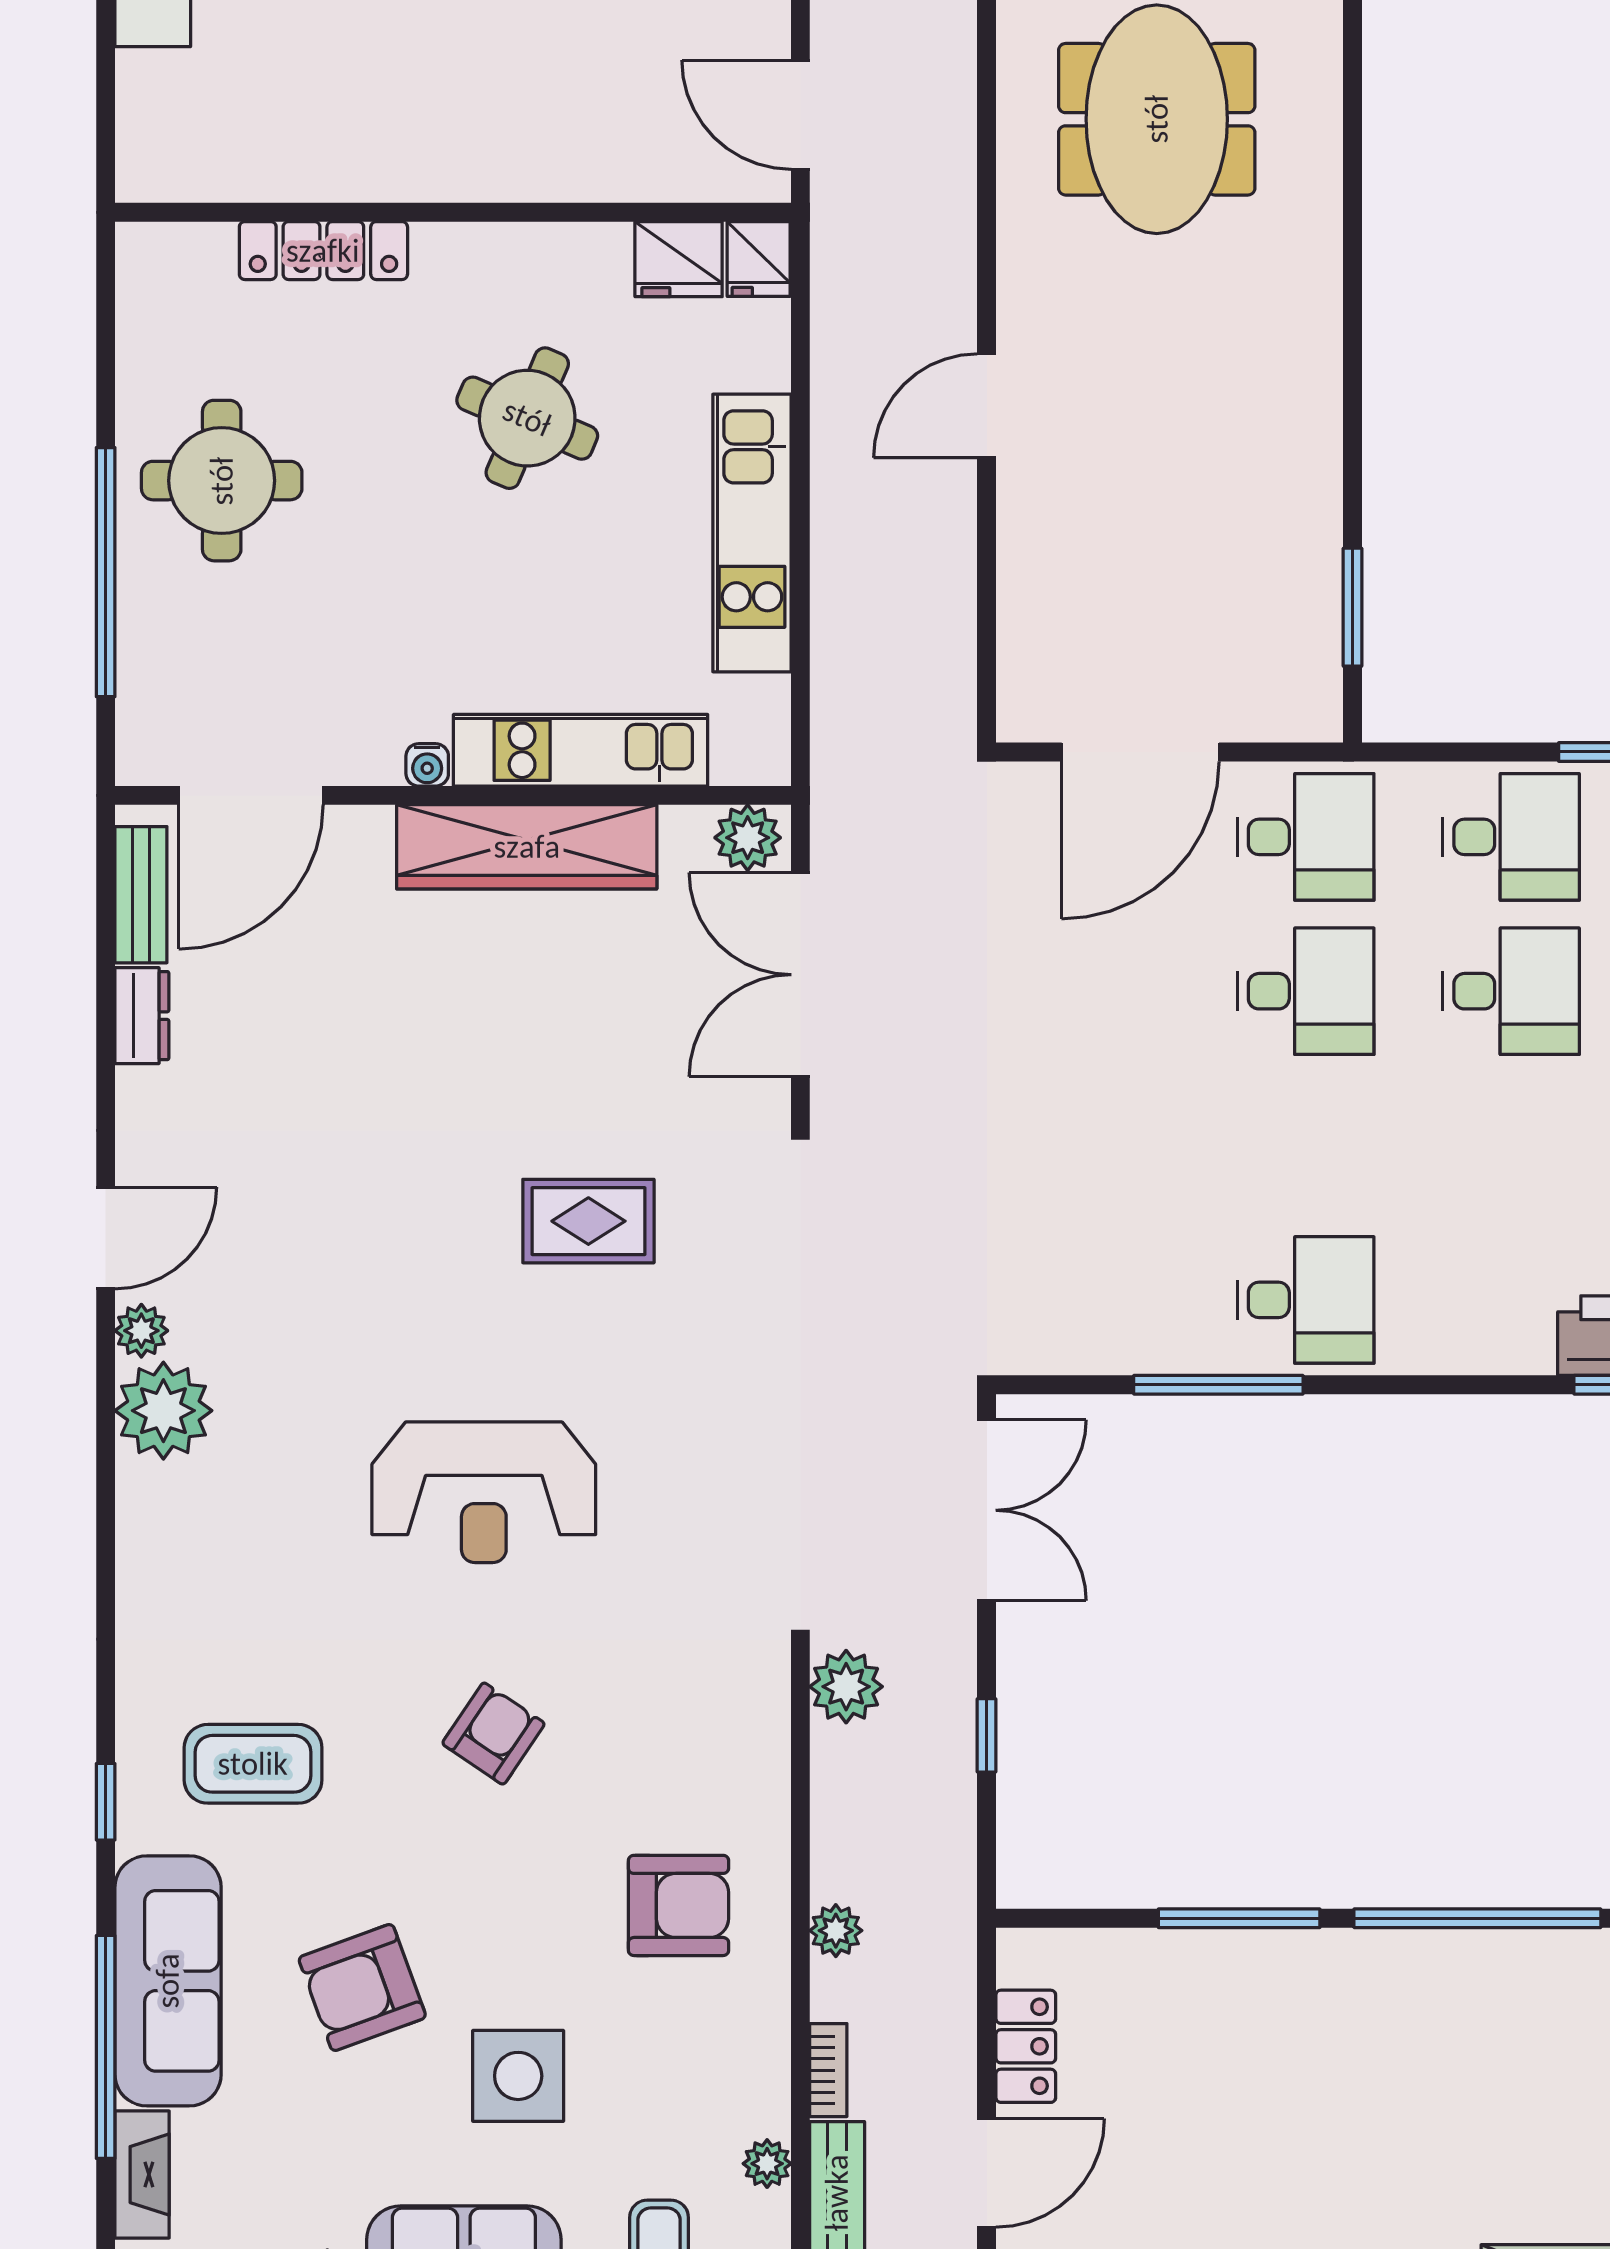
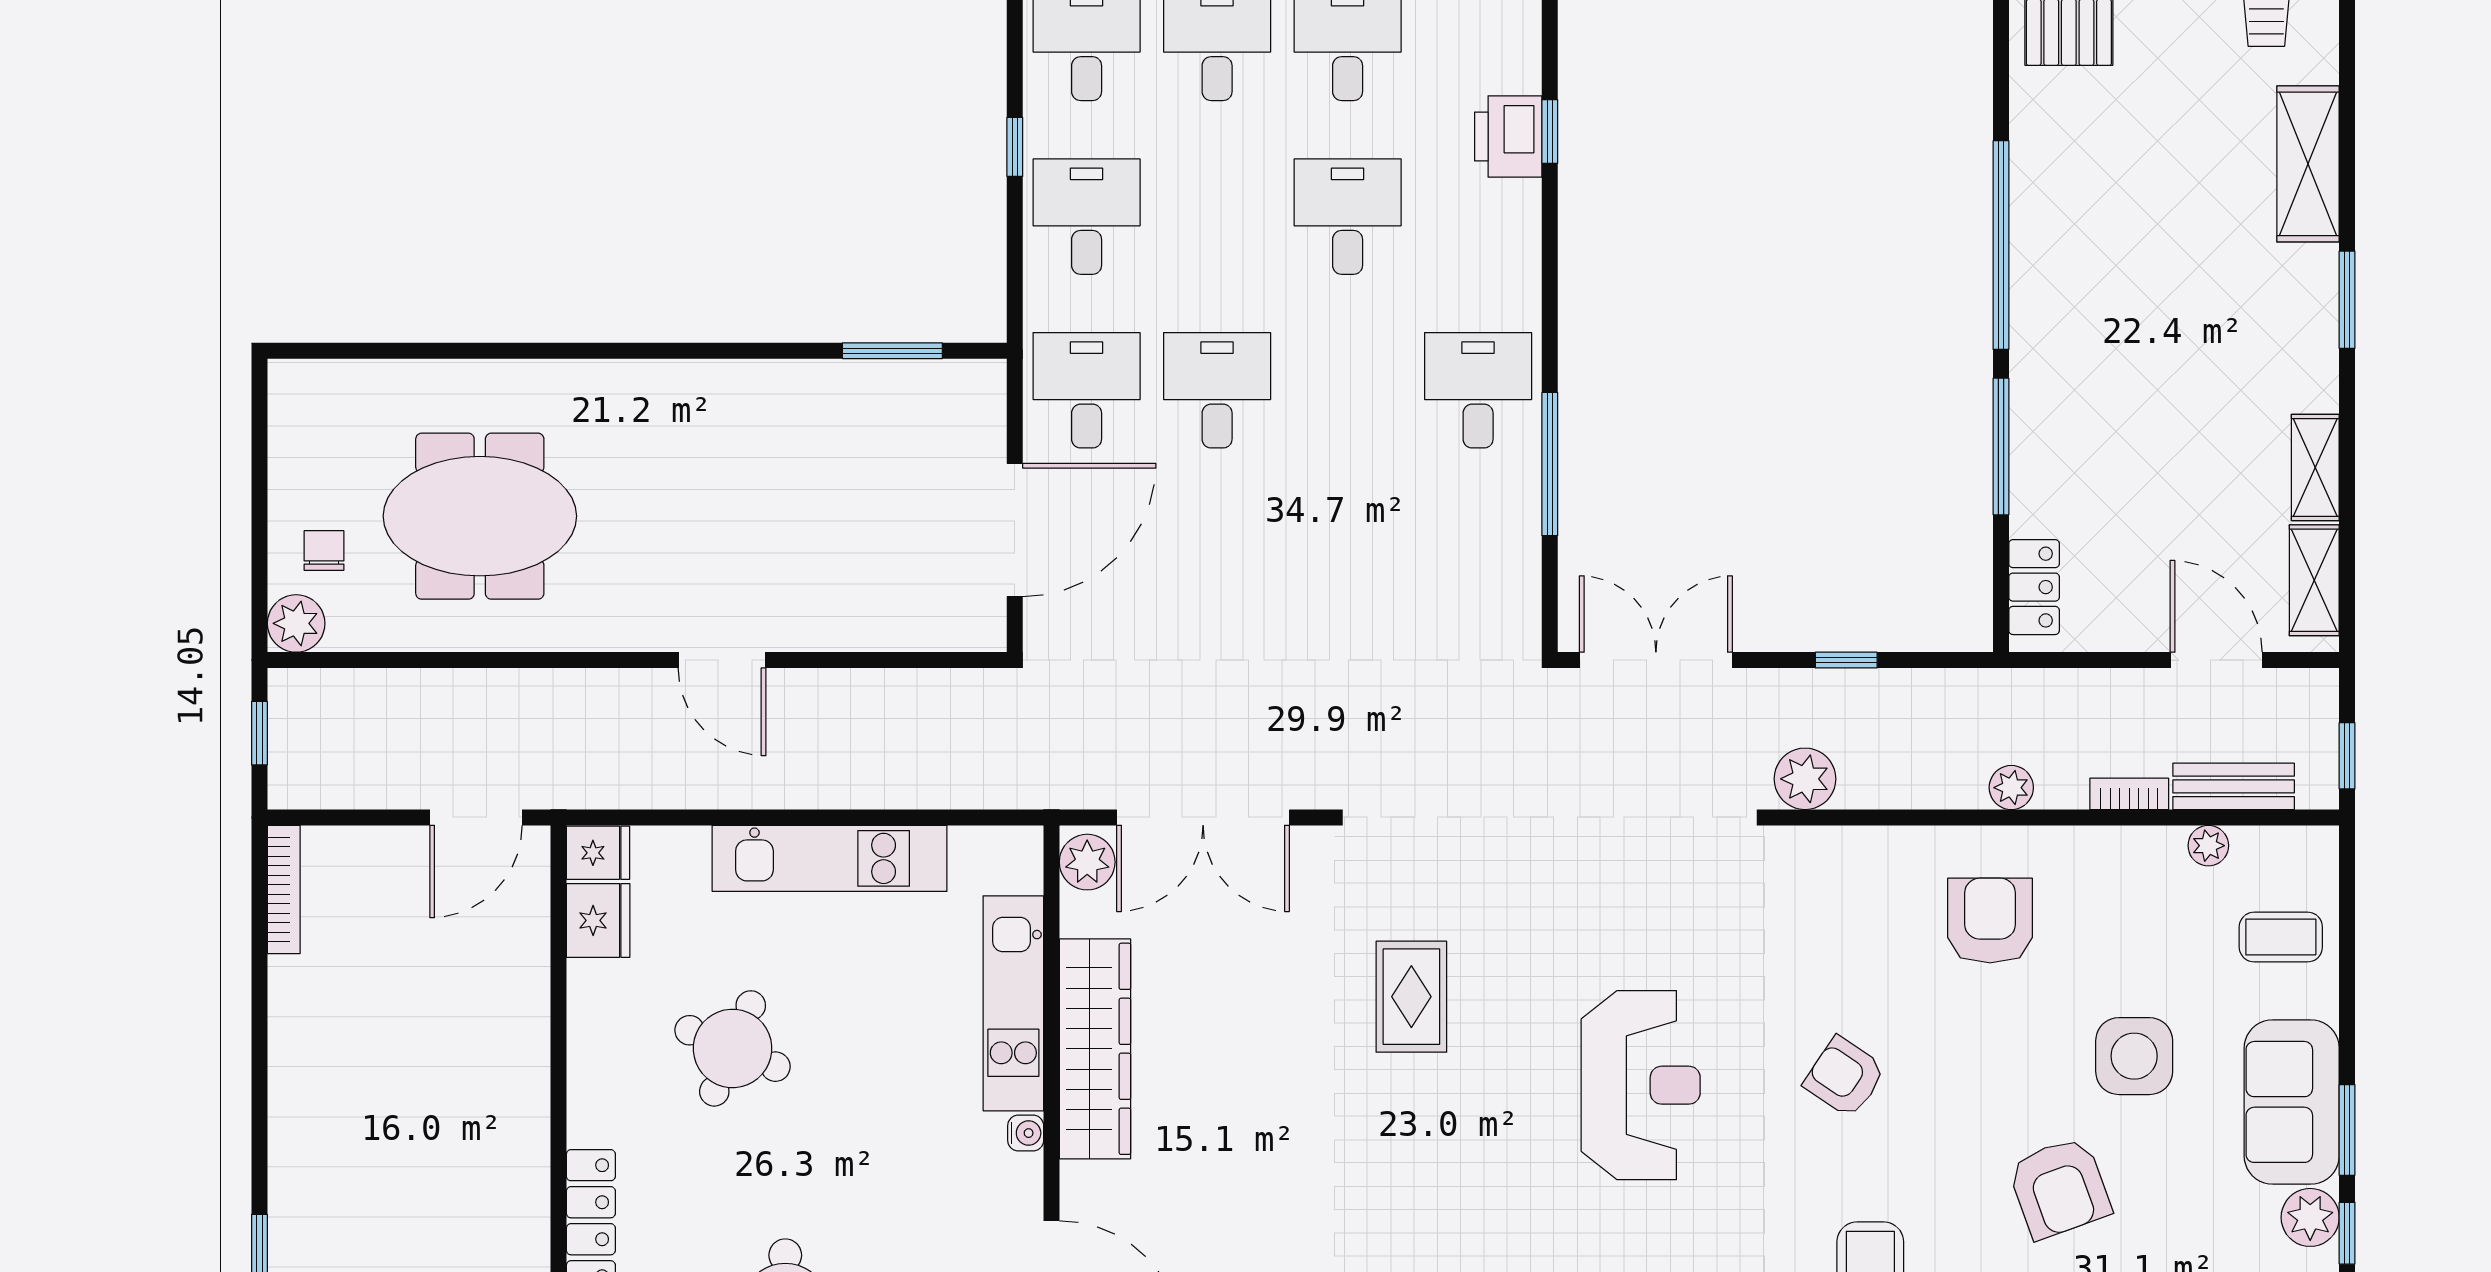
door: (1140, 752) -> (1015, 530), hinge flipped
desk: (1511, 991) -> (1348, 217), moved
locker: (1026, 2046) -> (2034, 587), moved, turned 90

